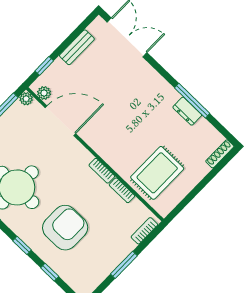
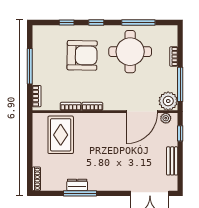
plant: (26, 99) -> (168, 101), width x1.87, depth x1.87
armchair: (65, 228) -> (82, 55), turned -89
window: (124, 265) -> (30, 66), width x1.44

